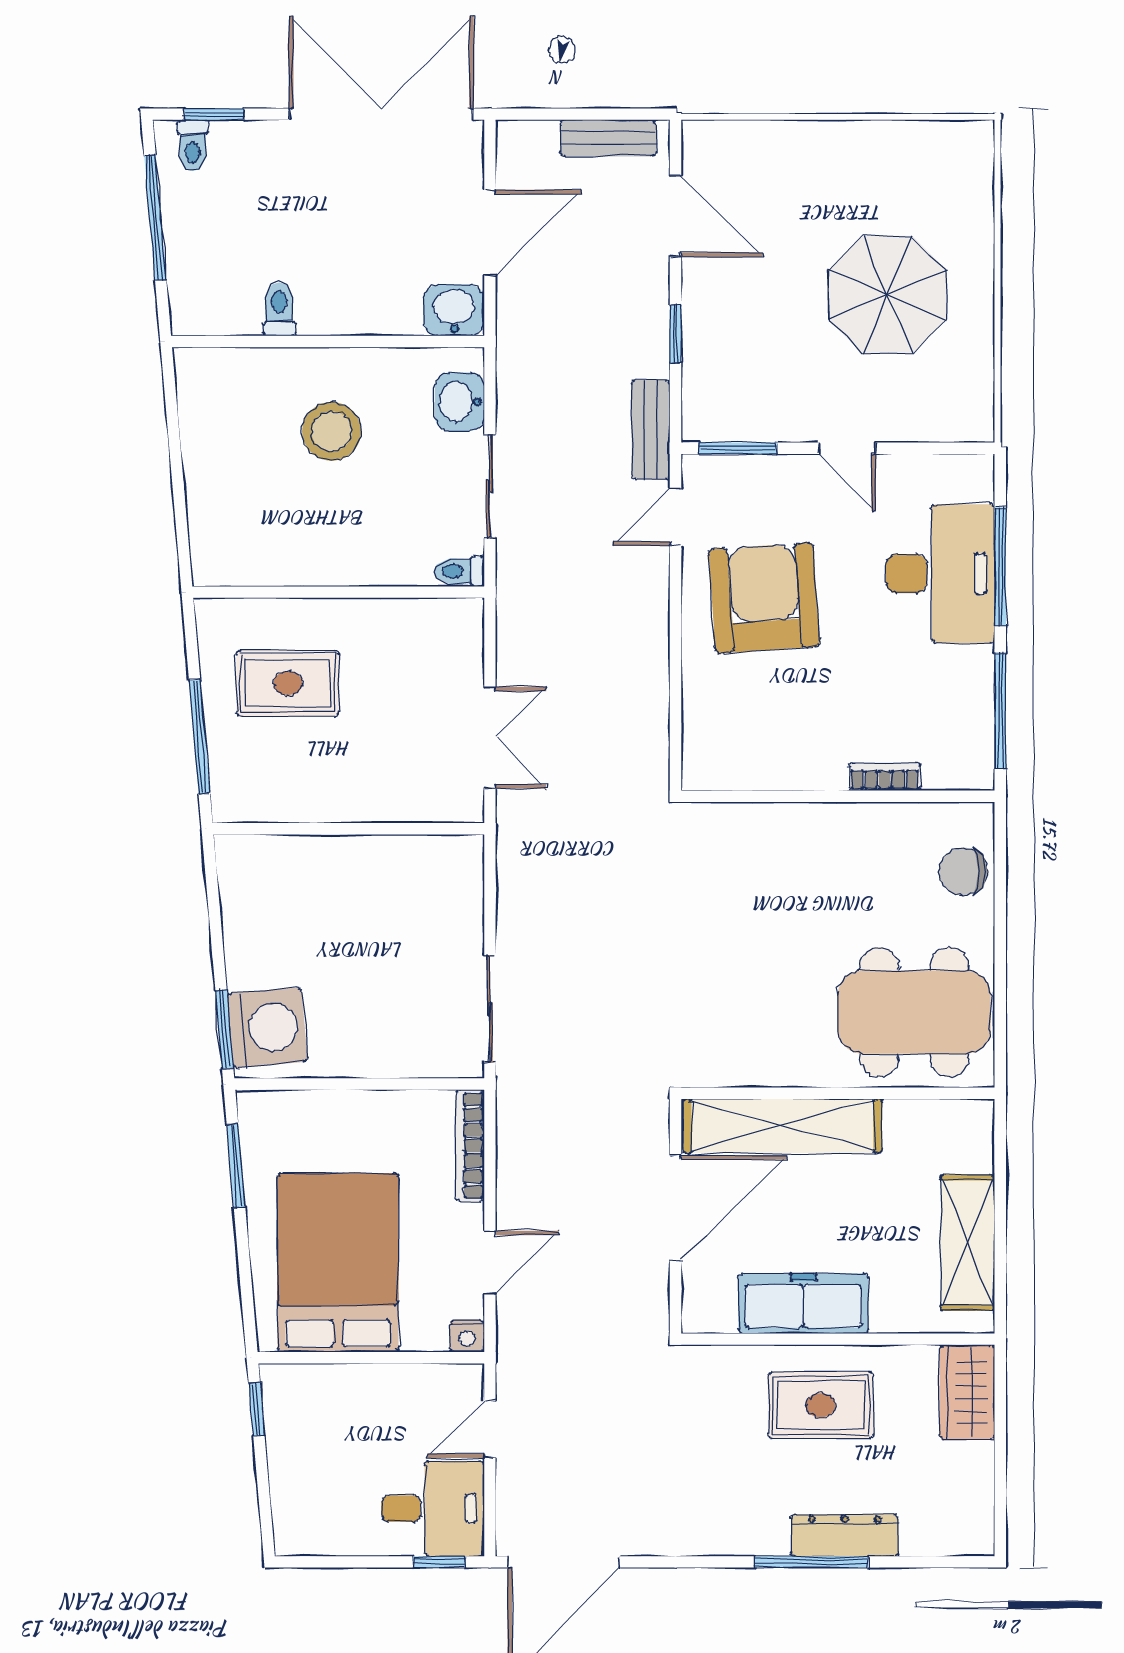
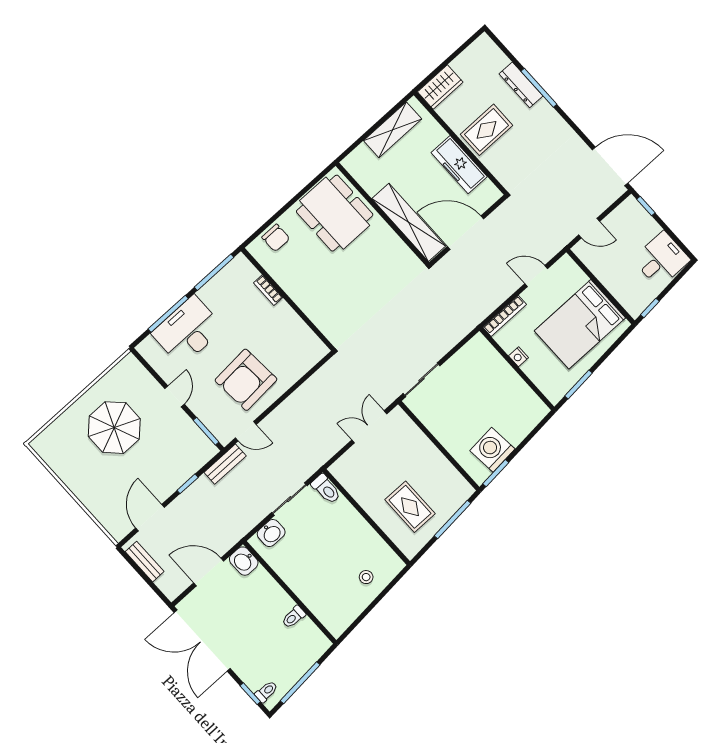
stool: (332, 431) -> (366, 577), moved, width x0.53, depth x0.53
toilet: (459, 571) -> (326, 489), width x1.37, depth x1.39
sliding door: (490, 1009) -> (421, 380), moved
washing machine: (267, 1028) -> (492, 450), moved
window: (224, 1029) -> (496, 473), moved
nightstand: (467, 1336) -> (519, 357), moved, turned 180
rug: (821, 1405) -> (487, 130), turned 90
desk: (433, 1509) -> (661, 259), moved, turned 90

